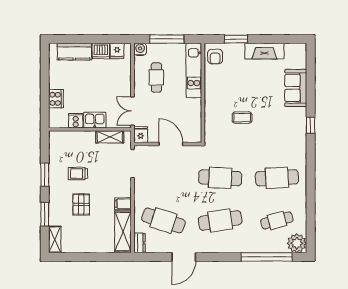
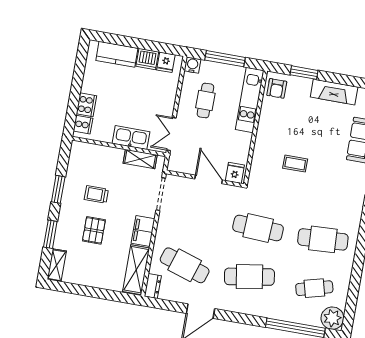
kitchen sink: (95, 120) -> (131, 138), width x1.38
cooker: (76, 121) -> (83, 125), moved, turned 90
fridge: (141, 135) -> (235, 173), moved
filing cabinet: (123, 204) -> (143, 231), width x2.00

